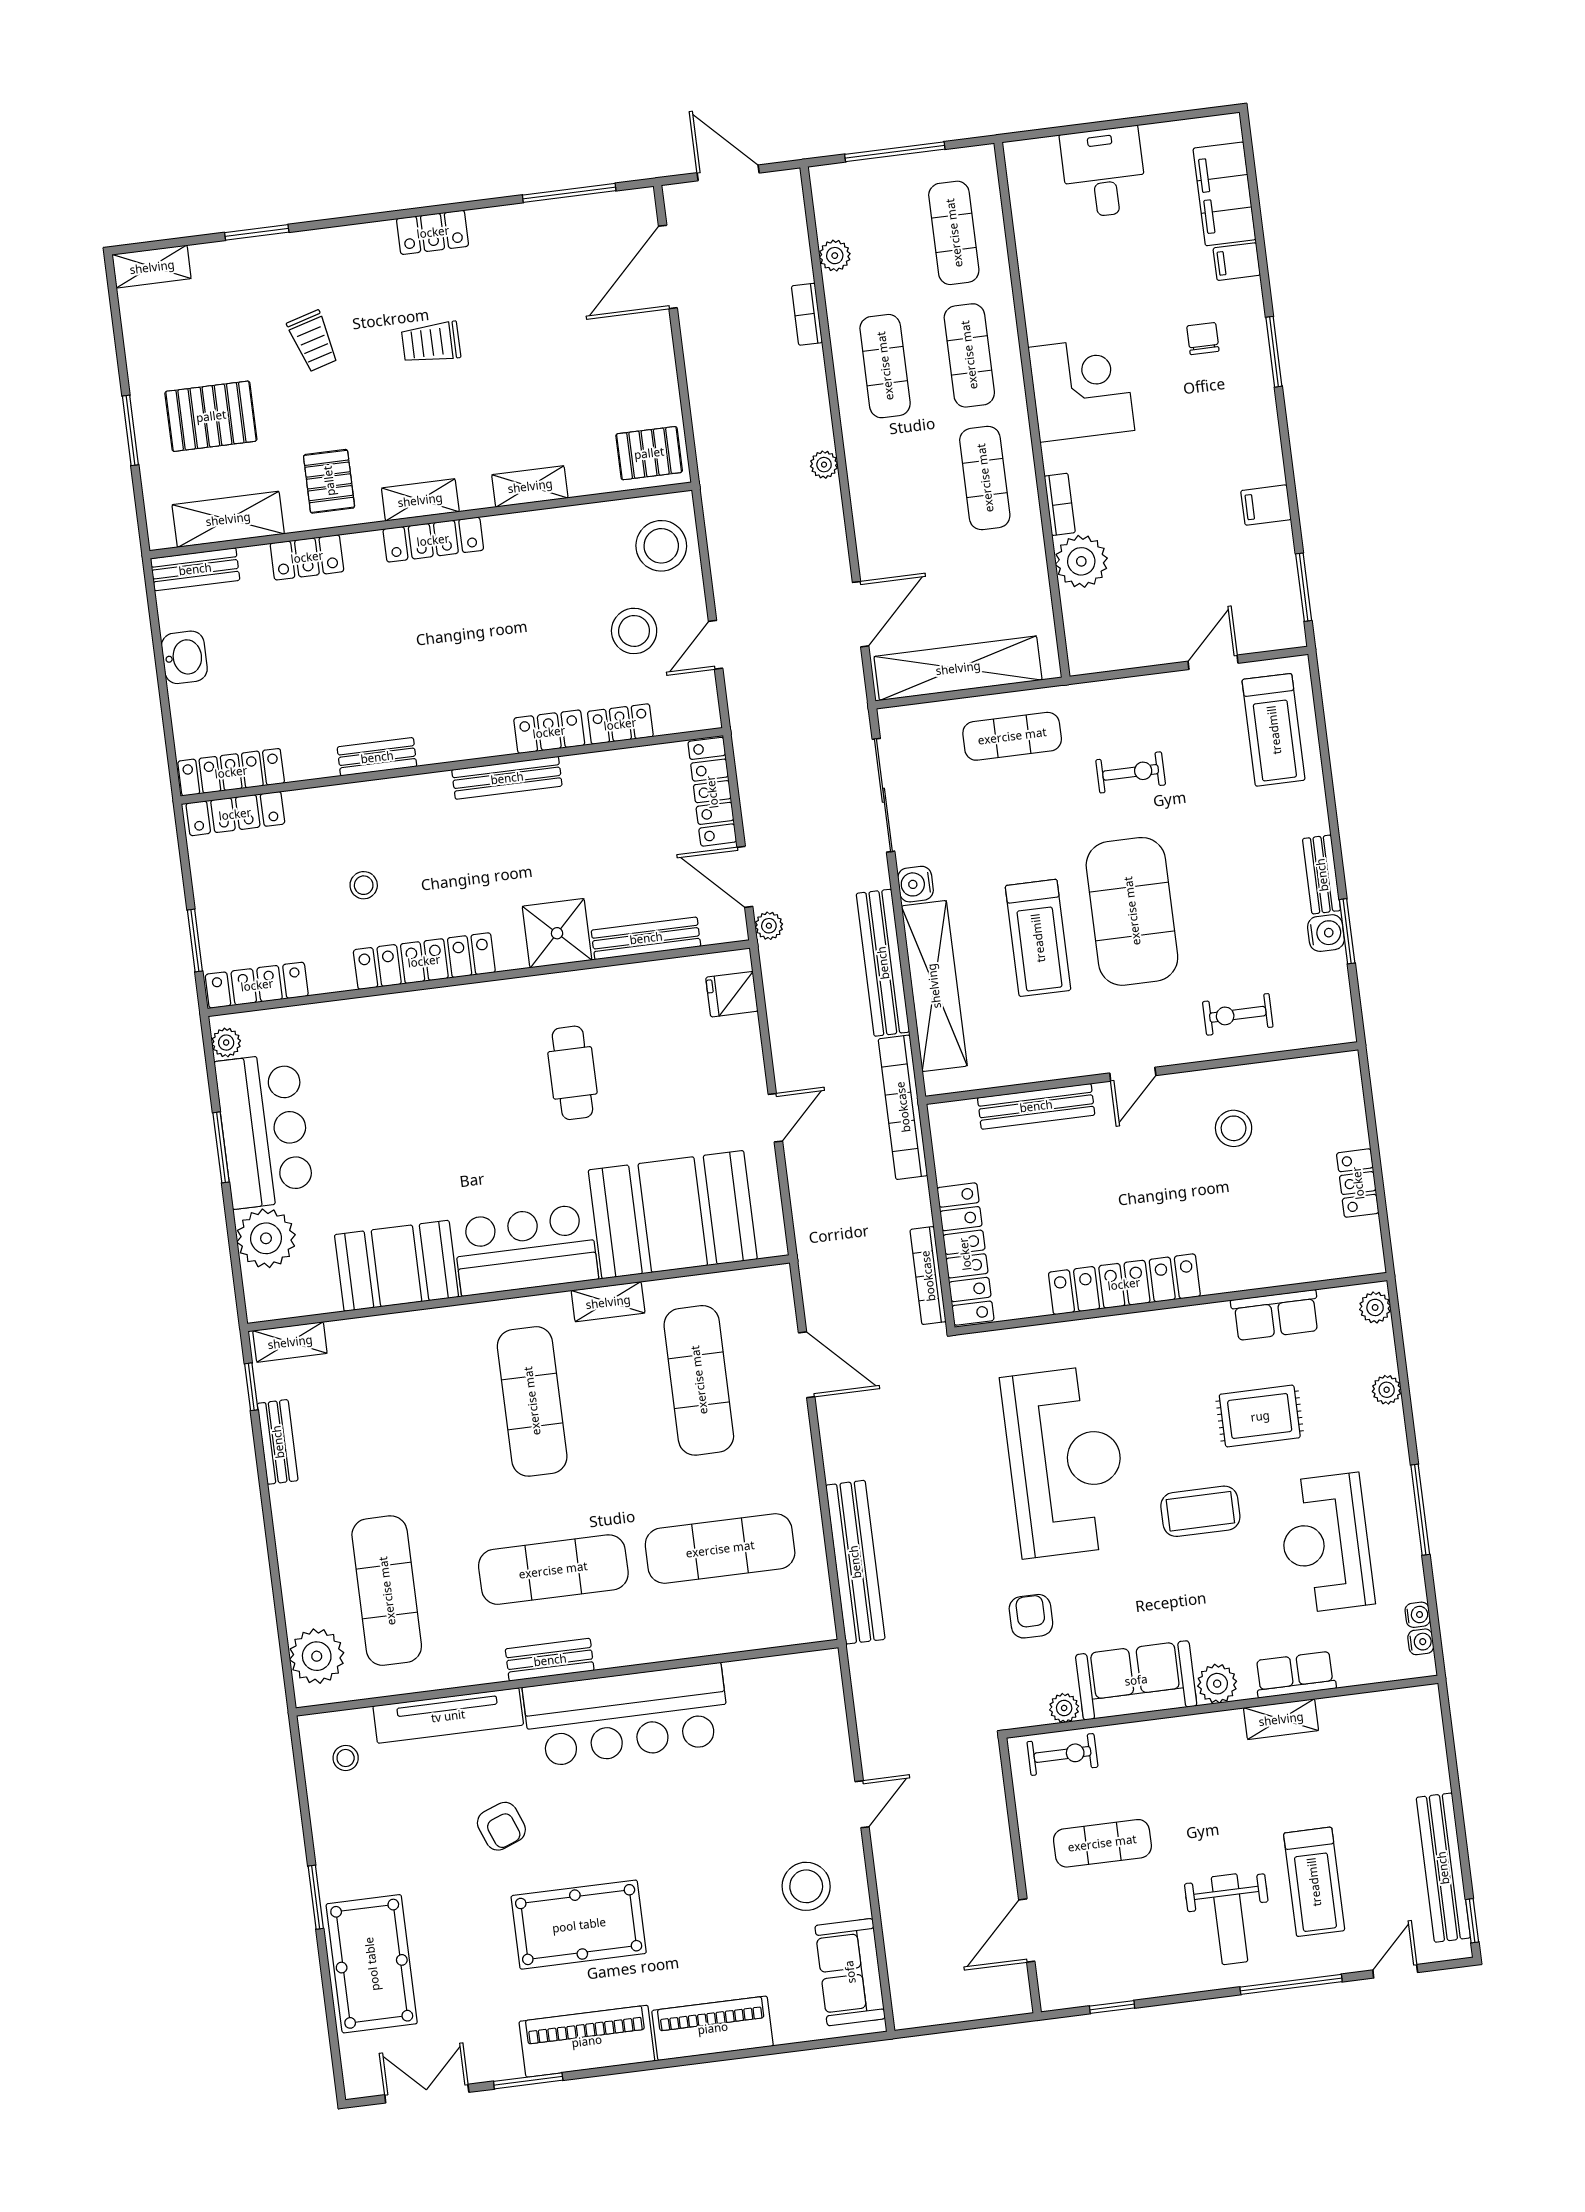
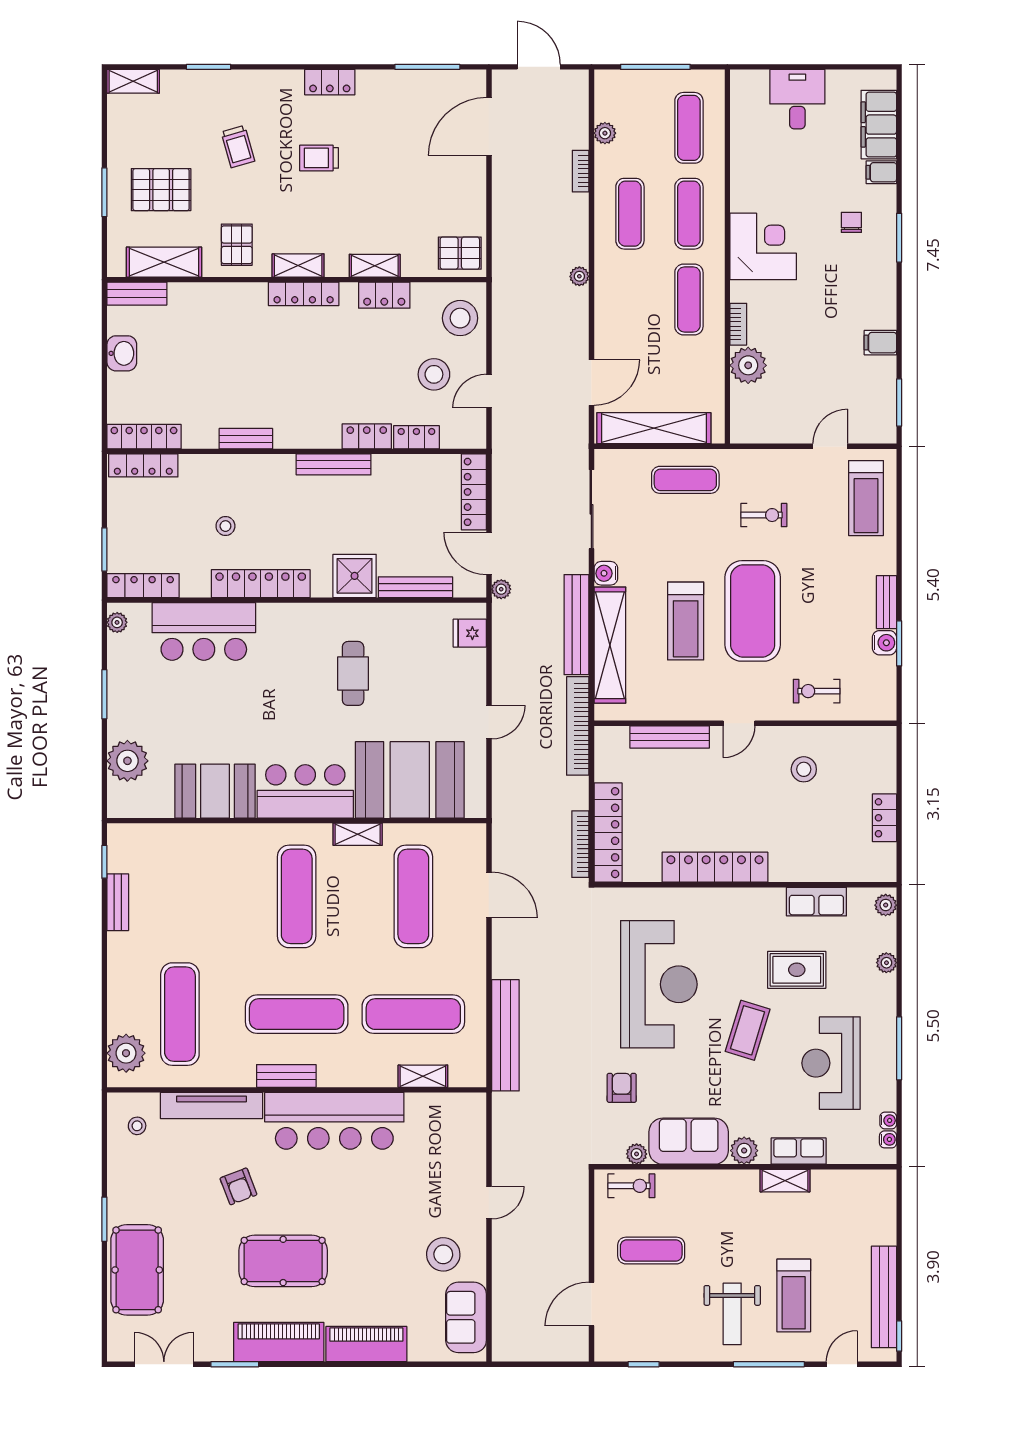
locker: (307, 557) -> (384, 295), moved
bar counter: (264, 1131) -> (204, 631), moved, turned 90
shelving: (290, 1342) -> (423, 1076), moved
coffee table: (1200, 1511) -> (748, 1030), turned -73

